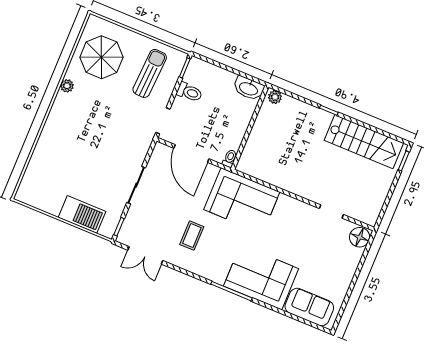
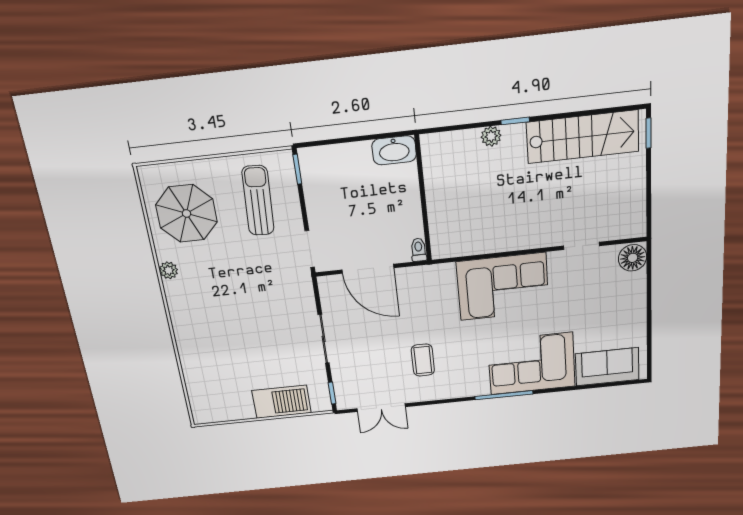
toilet: (189, 92) -> (321, 197), removed
plant: (275, 97) -> (491, 136), moved
corner sofa: (242, 201) -> (503, 287), moved

